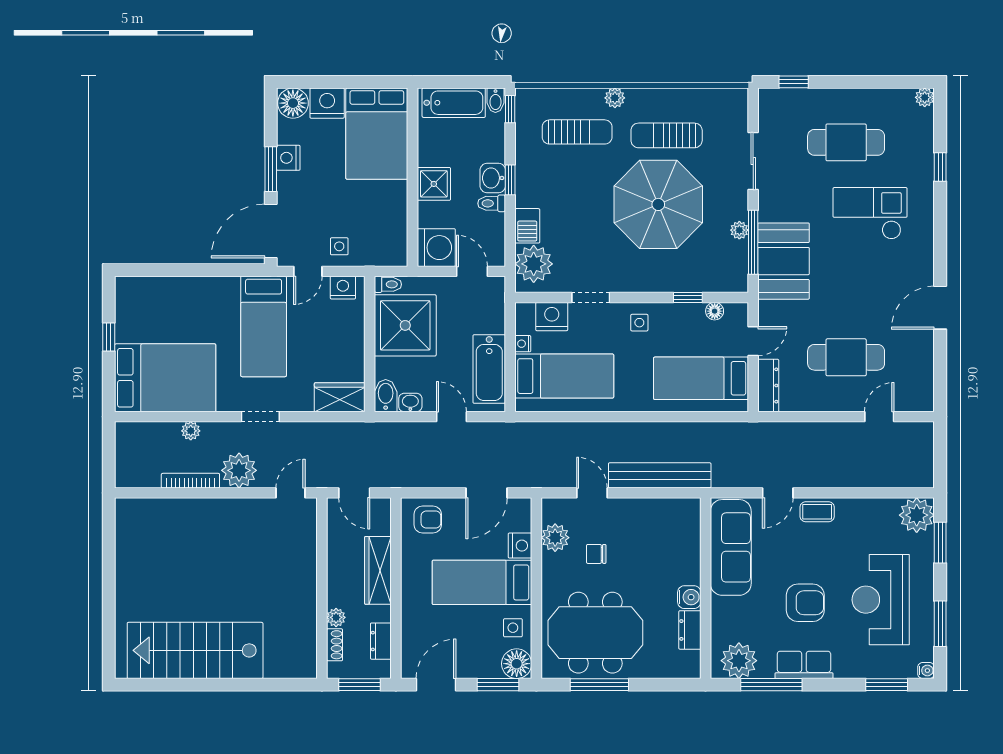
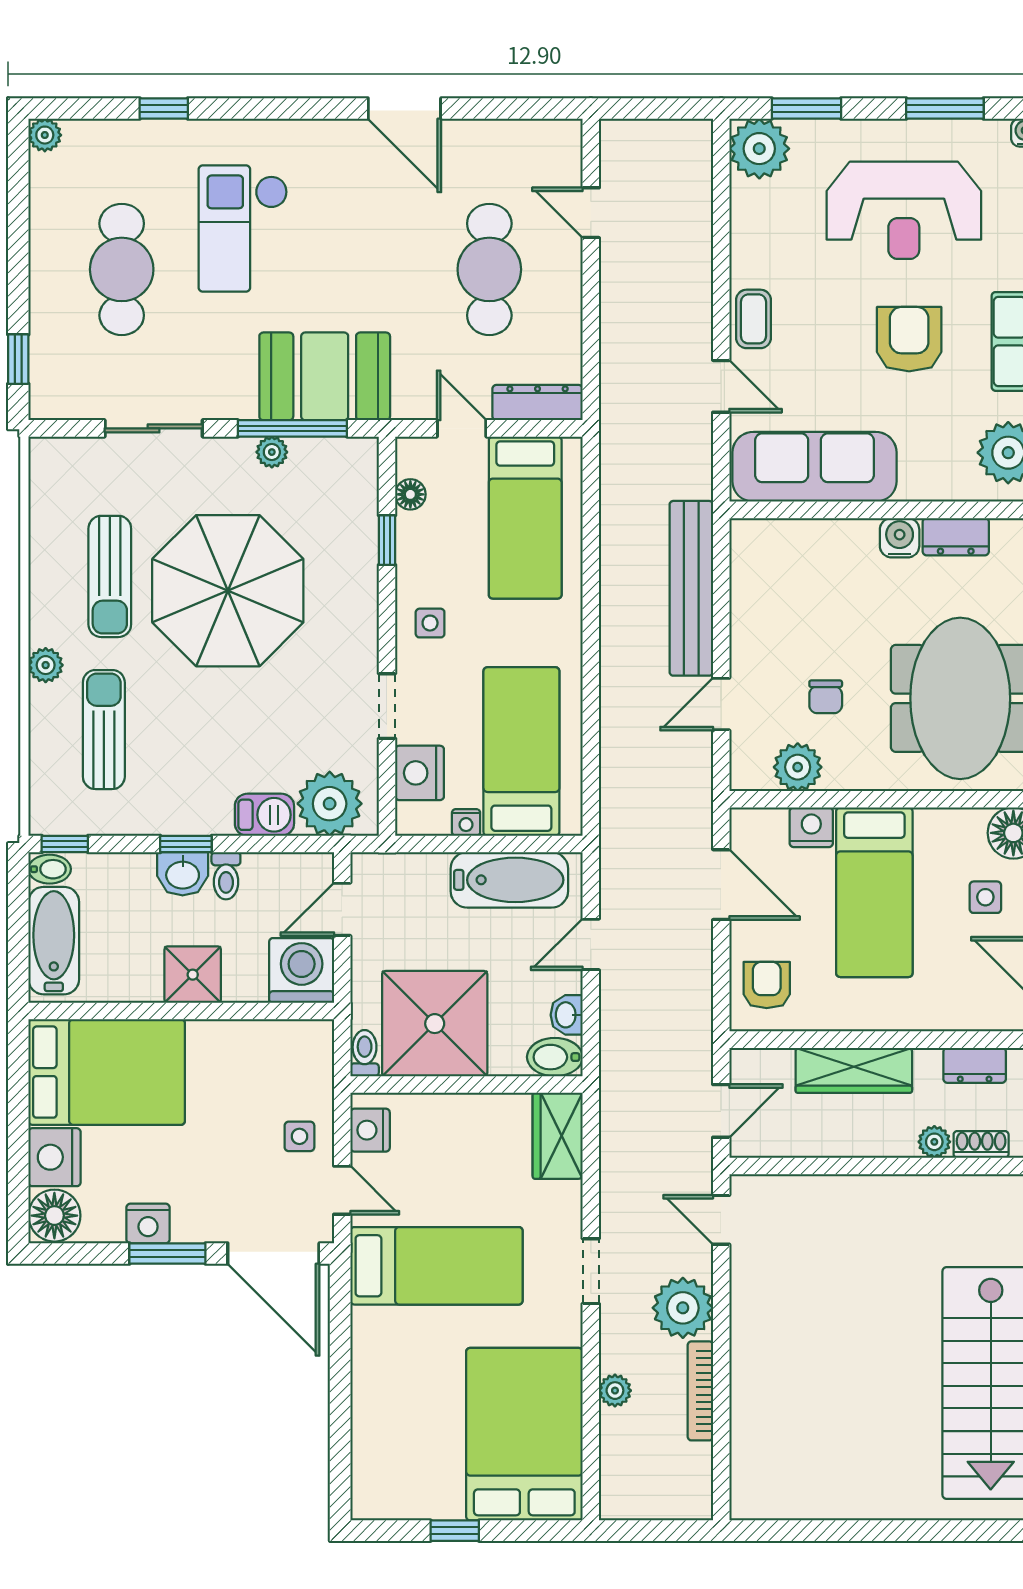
side table: (513, 628) -> (985, 897), moved

